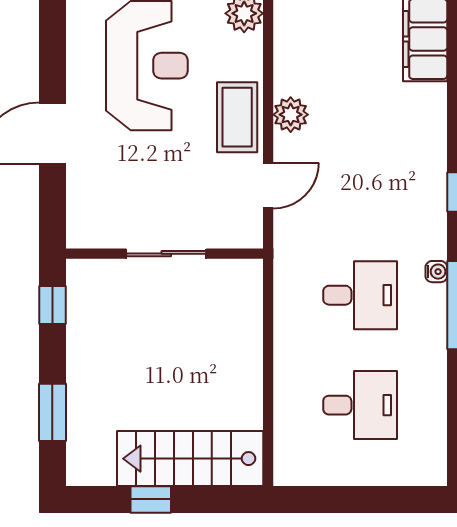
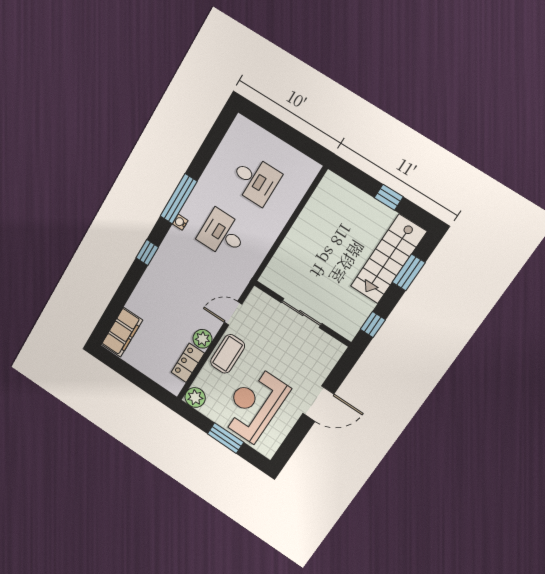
locker: (290, 61) -> (188, 363), added
desk: (360, 405) -> (255, 180), turned 180
stairs: (190, 459) -> (388, 259), moved, turned 90

